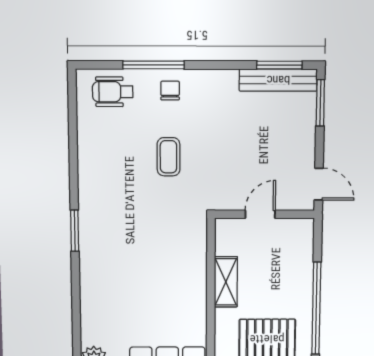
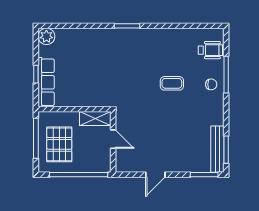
wheelchair: (113, 92) -> (210, 50), turned 90
door: (260, 214) -> (113, 139), moved
wall: (265, 214) -> (113, 142), moved

